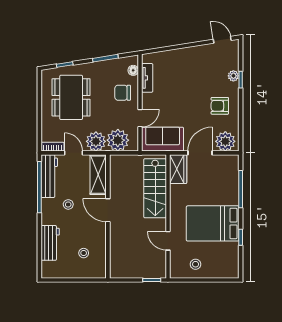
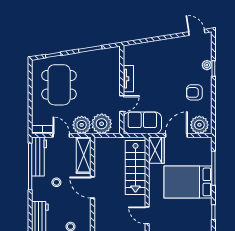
floor lamp: (133, 70) -> (116, 60), removed
tv unit: (147, 78) -> (128, 79), moved
chair: (123, 93) -> (106, 81), removed
bed: (213, 223) -> (188, 182), moved

